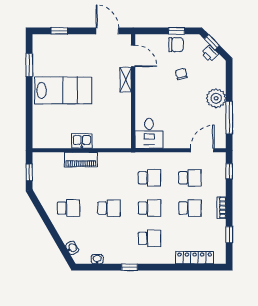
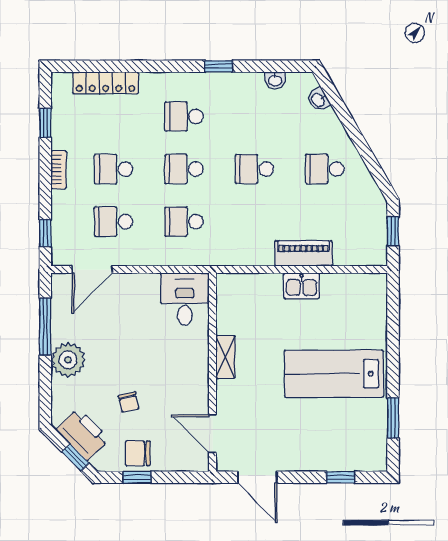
printer: (210, 53) -> (83, 434), width x1.87, depth x1.48
shelving: (126, 80) -> (225, 357), moved

